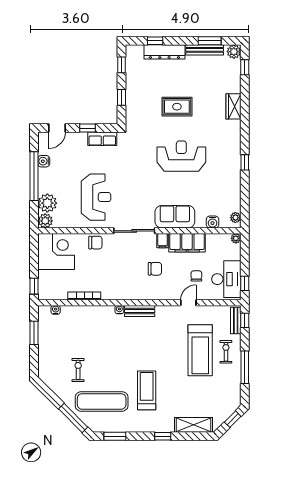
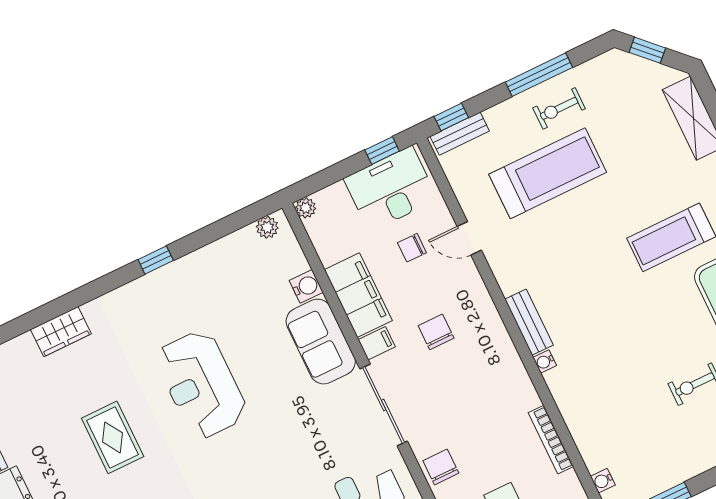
water cooler: (213, 222) -> (306, 286), moved
exercise bike: (226, 352) -> (559, 108), moved

